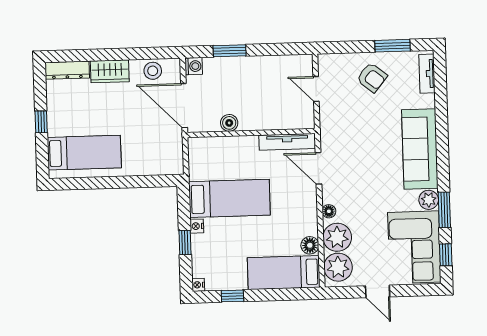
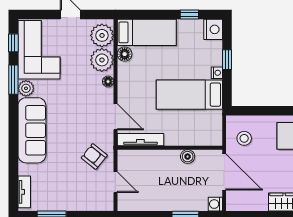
stool: (153, 71) -> (244, 138), moved
armchair: (372, 78) -> (94, 156), moved
nightstand: (198, 285) -> (213, 29), width x1.89, depth x1.79

